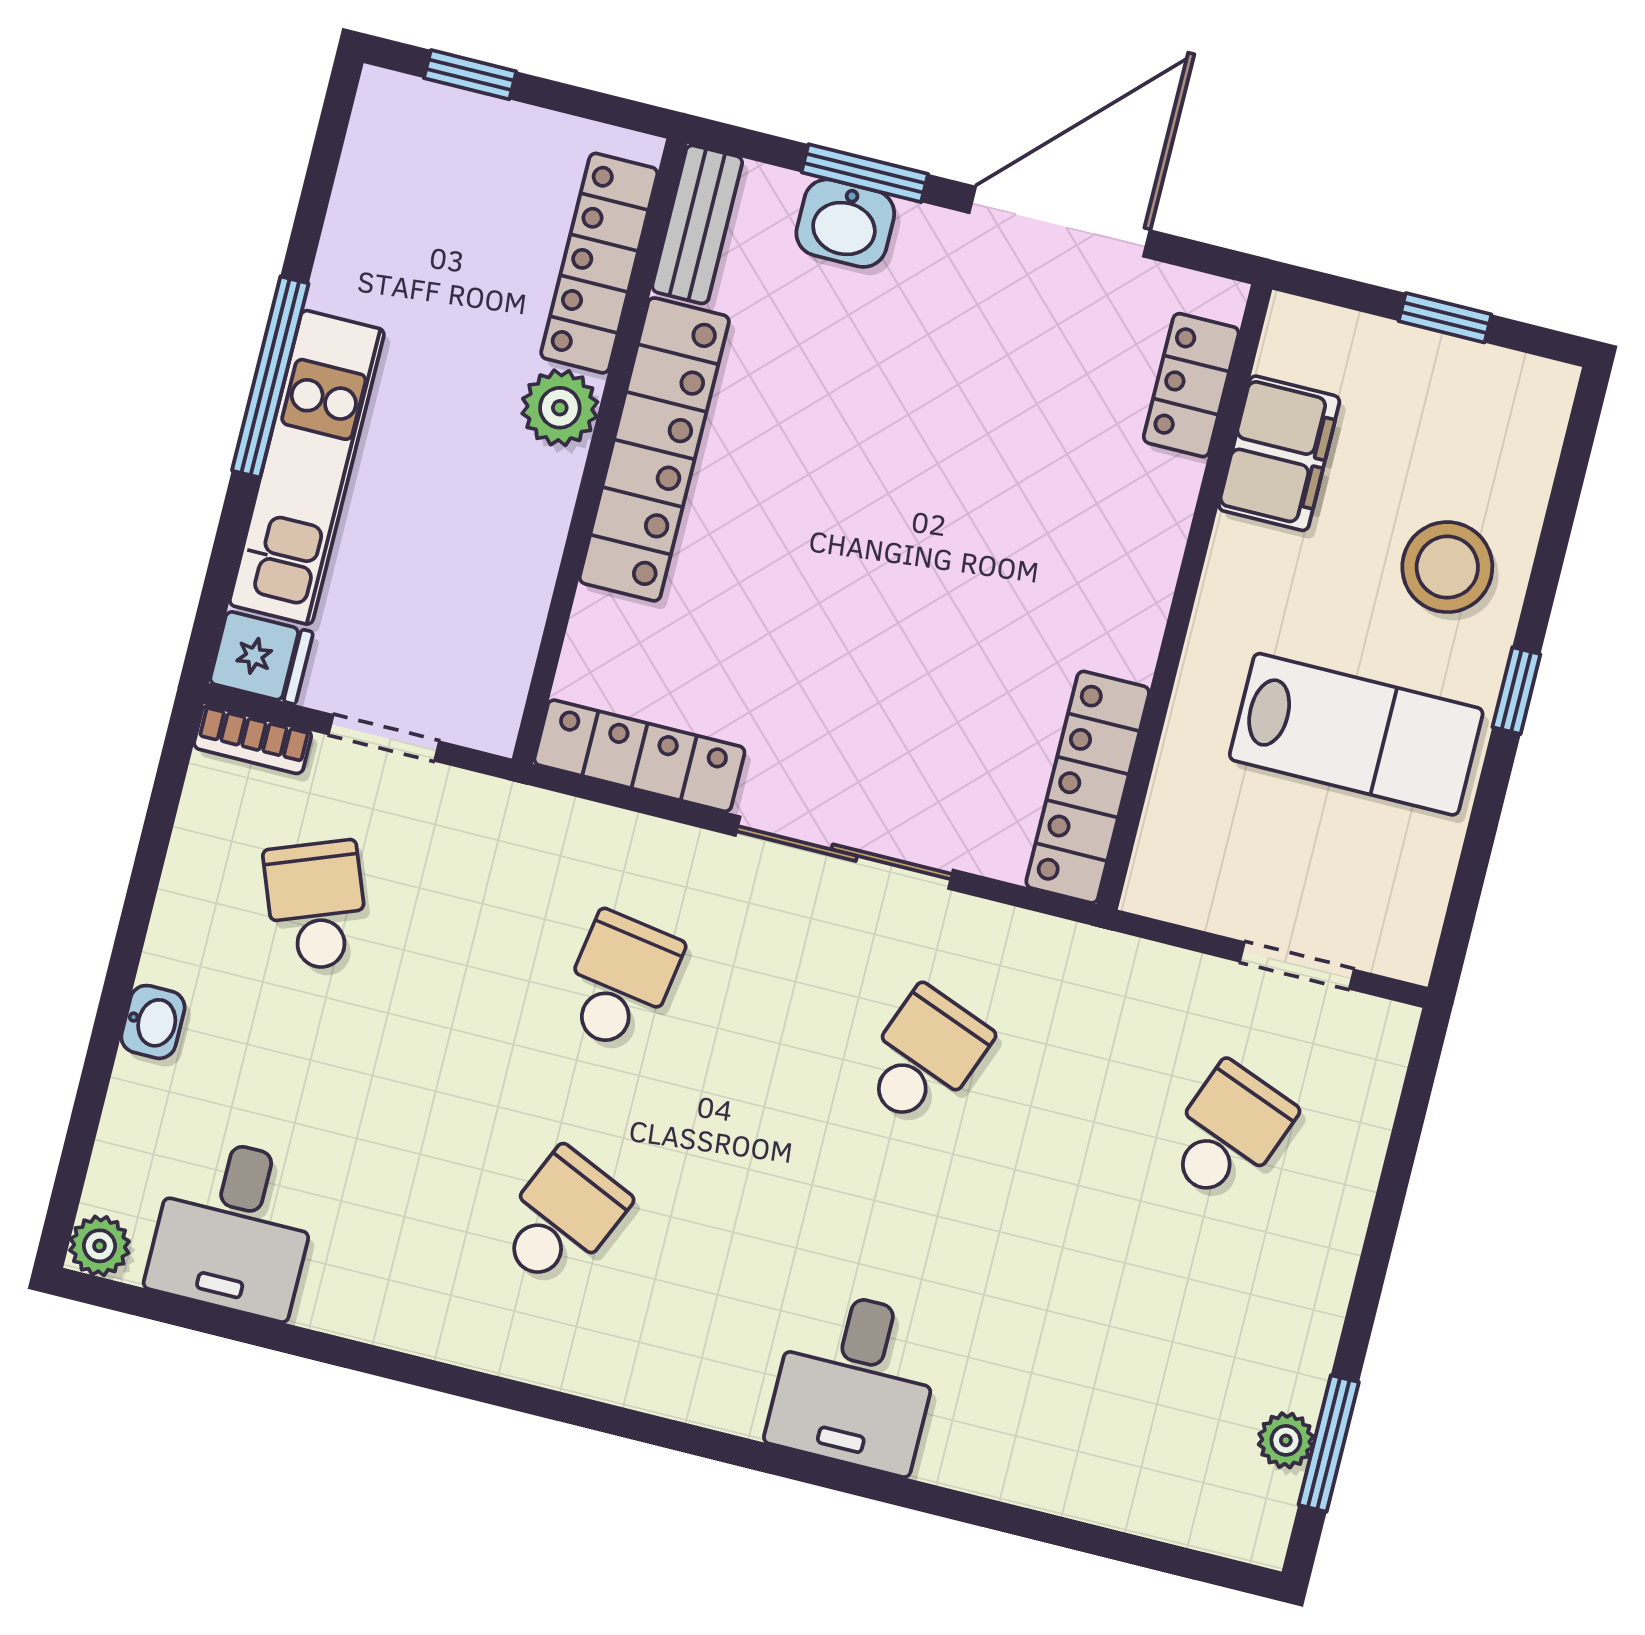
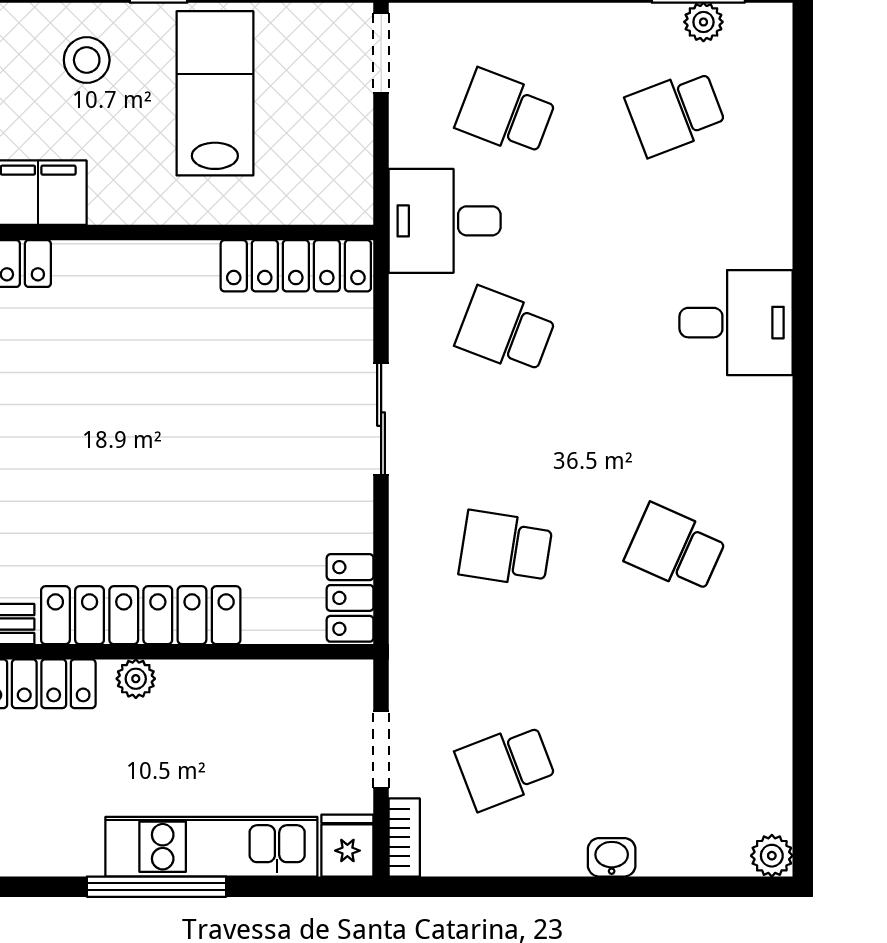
plant: (560, 408) -> (136, 679), width x0.73, depth x0.73
stool: (1447, 567) -> (87, 60), width x0.73, depth x0.73
locker: (639, 756) -> (350, 598), width x0.66
sliding door: (844, 853) -> (381, 419), width x0.73
doorway: (1297, 966) -> (381, 53), moved
desk: (234, 1227) -> (445, 221), moved, turned 180
school desk: (1169, 1370) -> (676, 113), added

